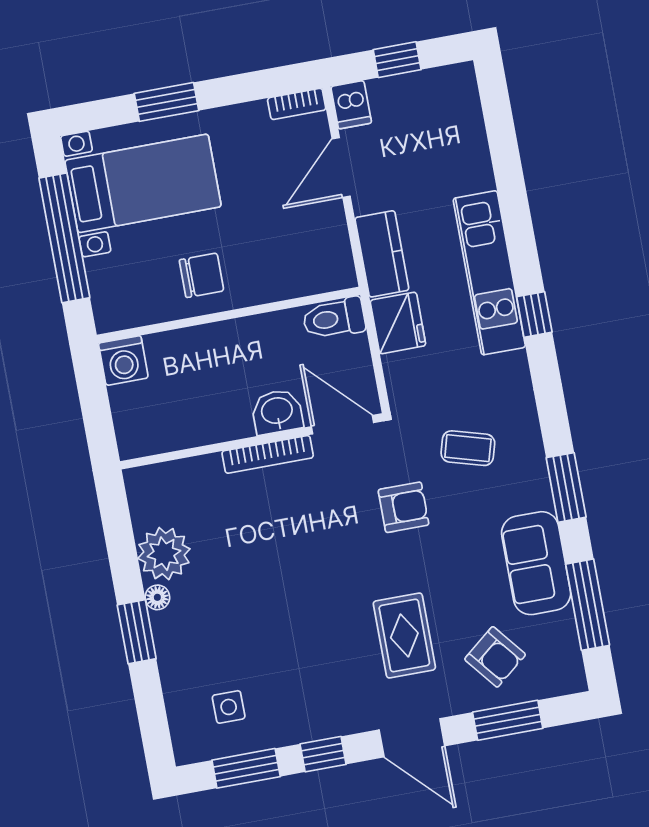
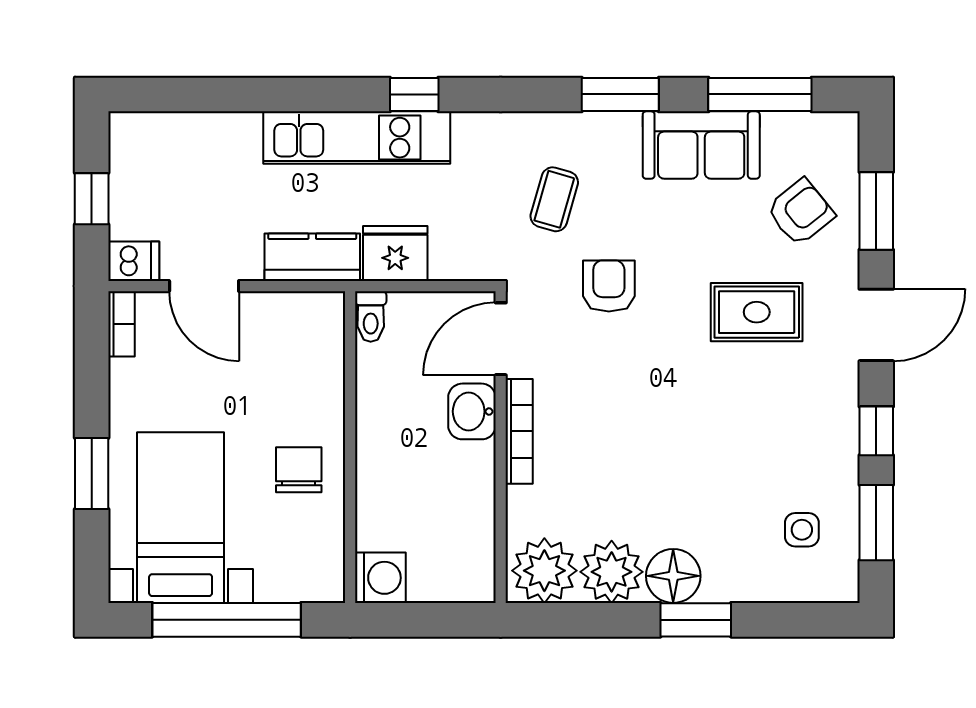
toilet: (334, 318) -> (371, 316), width x0.73, depth x0.72
plant: (155, 497) -> (544, 571), added
floor lamp: (157, 597) -> (673, 576), width x1.89, depth x1.89

